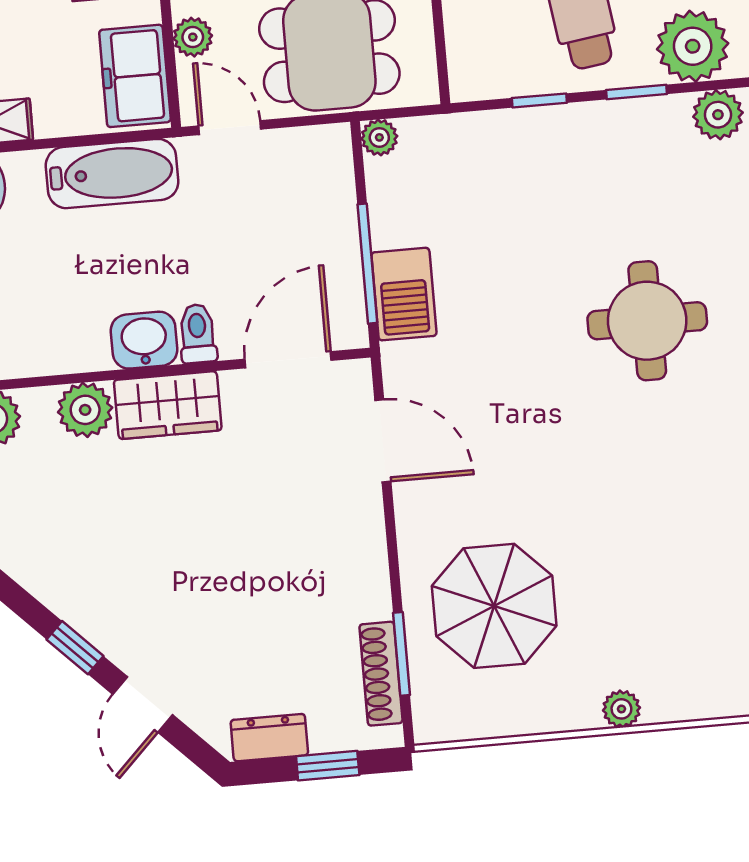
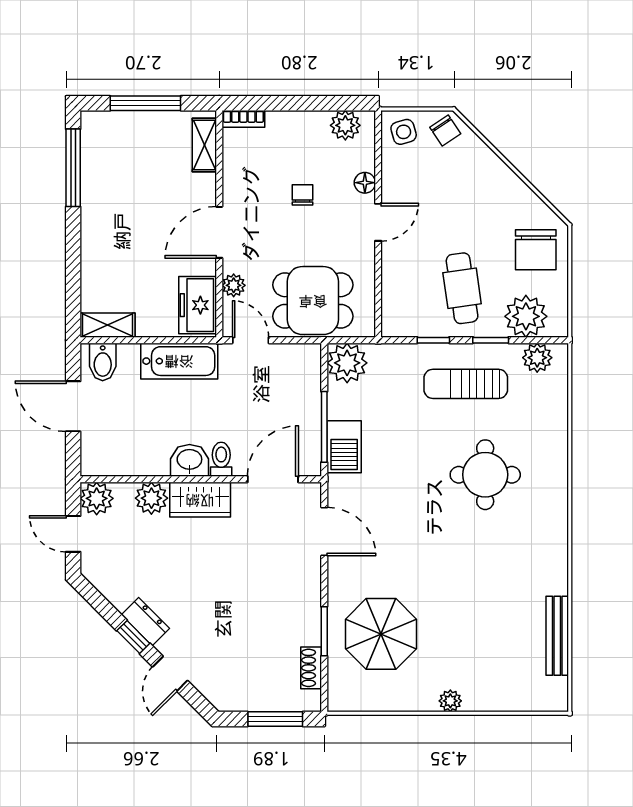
plant: (379, 137) -> (347, 363), width x1.87, depth x1.87
sun lounger: (601, 170) -> (466, 384), added
window: (401, 654) -> (324, 631), moved
shoe rack: (381, 674) -> (311, 668), width x0.70
dresser: (269, 738) -> (145, 622), moved, turned 45
window: (328, 766) -> (275, 719), width x1.50

